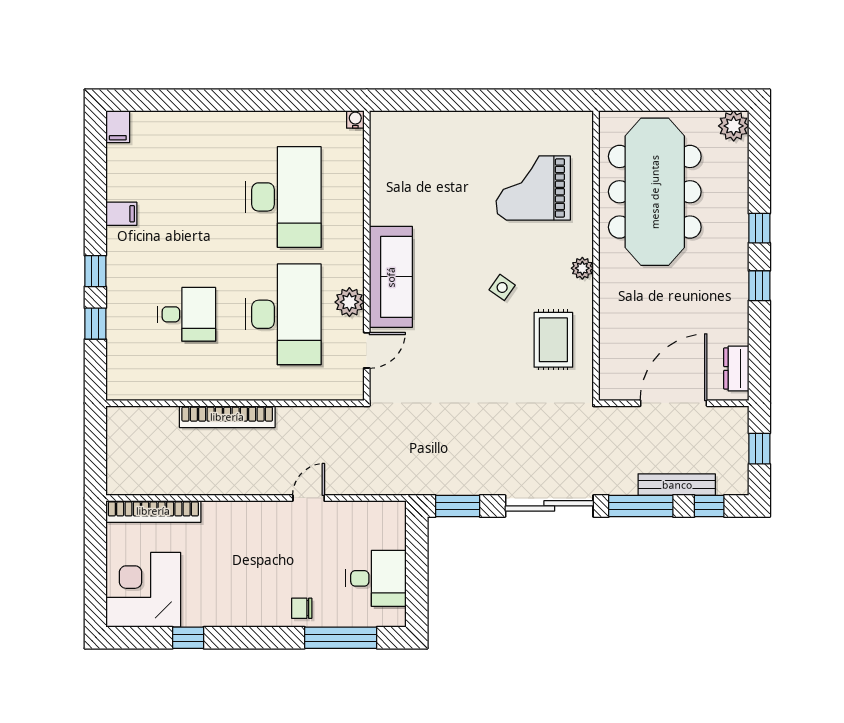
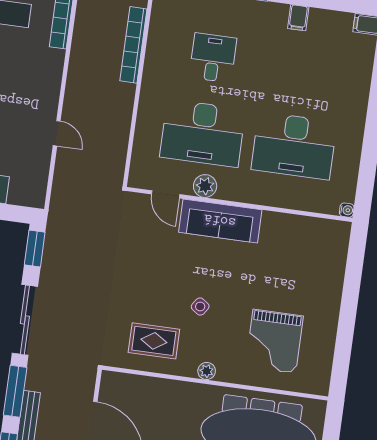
grand piano: (533, 188) -> (274, 341), turned 180
desk: (187, 314) -> (213, 58), turned 180
bookcase: (227, 417) -> (133, 45), moved

